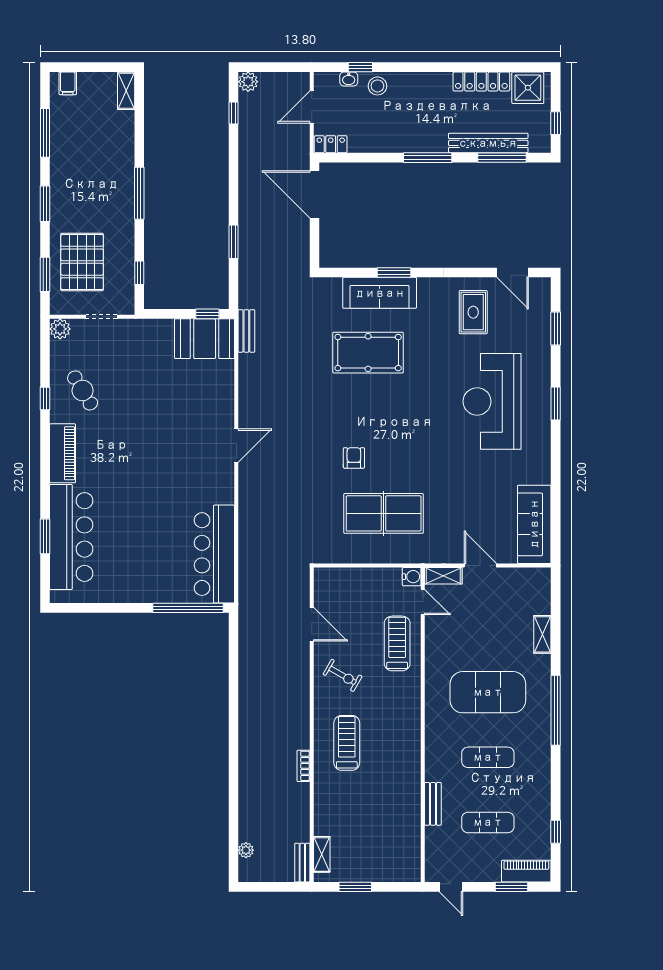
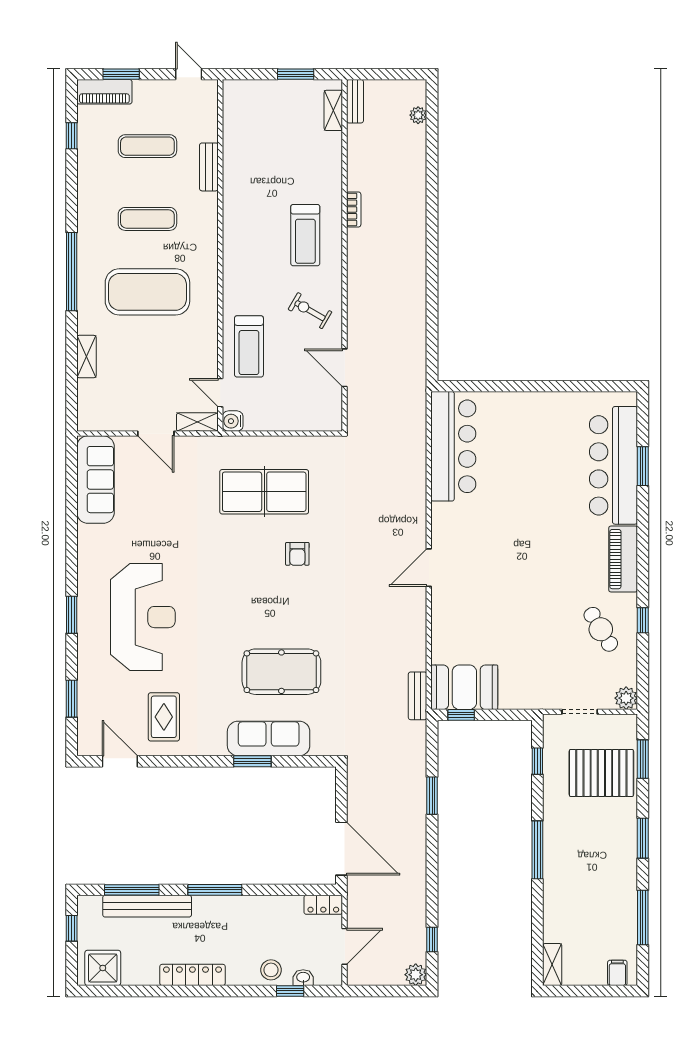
locker: (481, 81) -> (192, 975), moved
pallet: (82, 262) -> (601, 773), turned 90
window: (188, 608) -> (483, 386), removed

